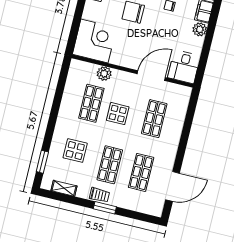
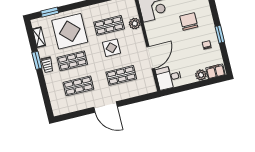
door: (151, 76) -> (151, 58), hinge flipped
display table: (75, 151) -> (70, 31), width x1.86, depth x1.86
door: (173, 186) -> (106, 107), moved
window: (105, 208) -> (37, 60), moved

